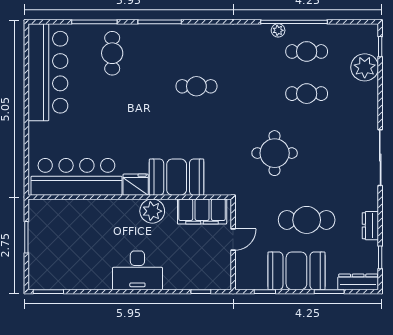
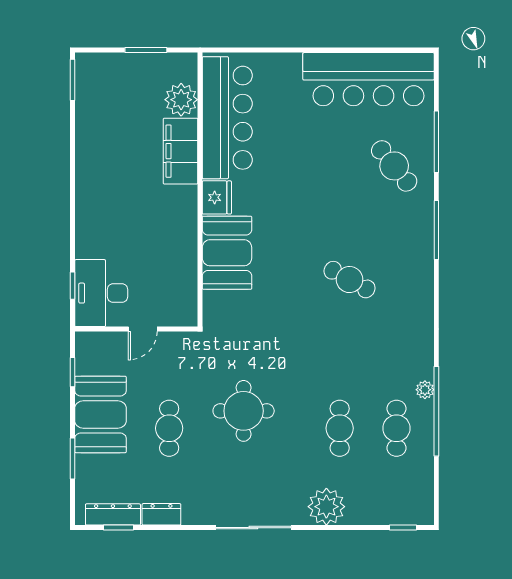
cafe table: (112, 53) -> (394, 166), turned 51
plant: (365, 67) -> (326, 507), moved
cafe table: (196, 86) -> (350, 280), turned -61
round table: (275, 153) -> (244, 411), moved
plant: (152, 211) -> (181, 100), moved
filing cabinet: (202, 212) -> (181, 151), moved
cafe table: (307, 220) -> (169, 428), width x0.73, depth x0.74
door: (233, 240) -> (143, 329), hinge flipped
desk: (137, 270) -> (101, 293), moved
dresser: (358, 282) -> (113, 514), moved, turned -90

